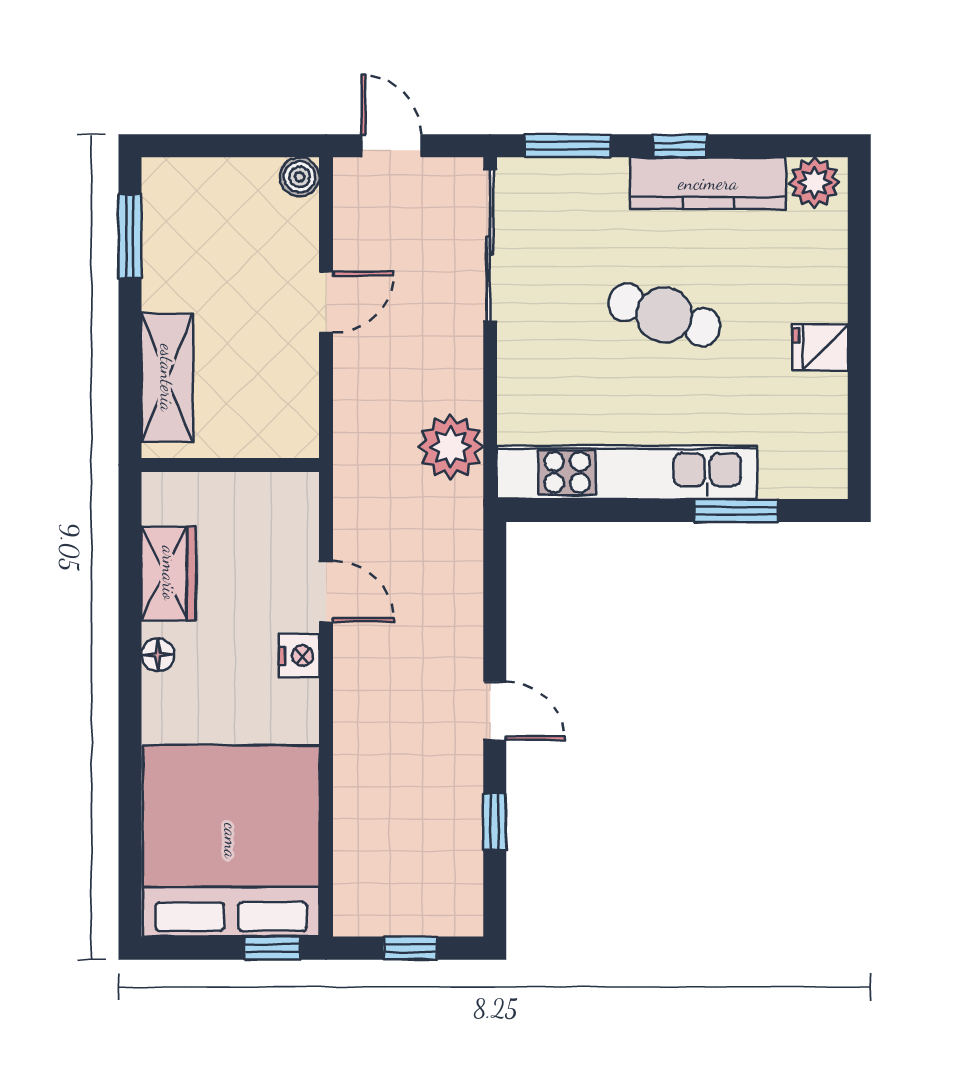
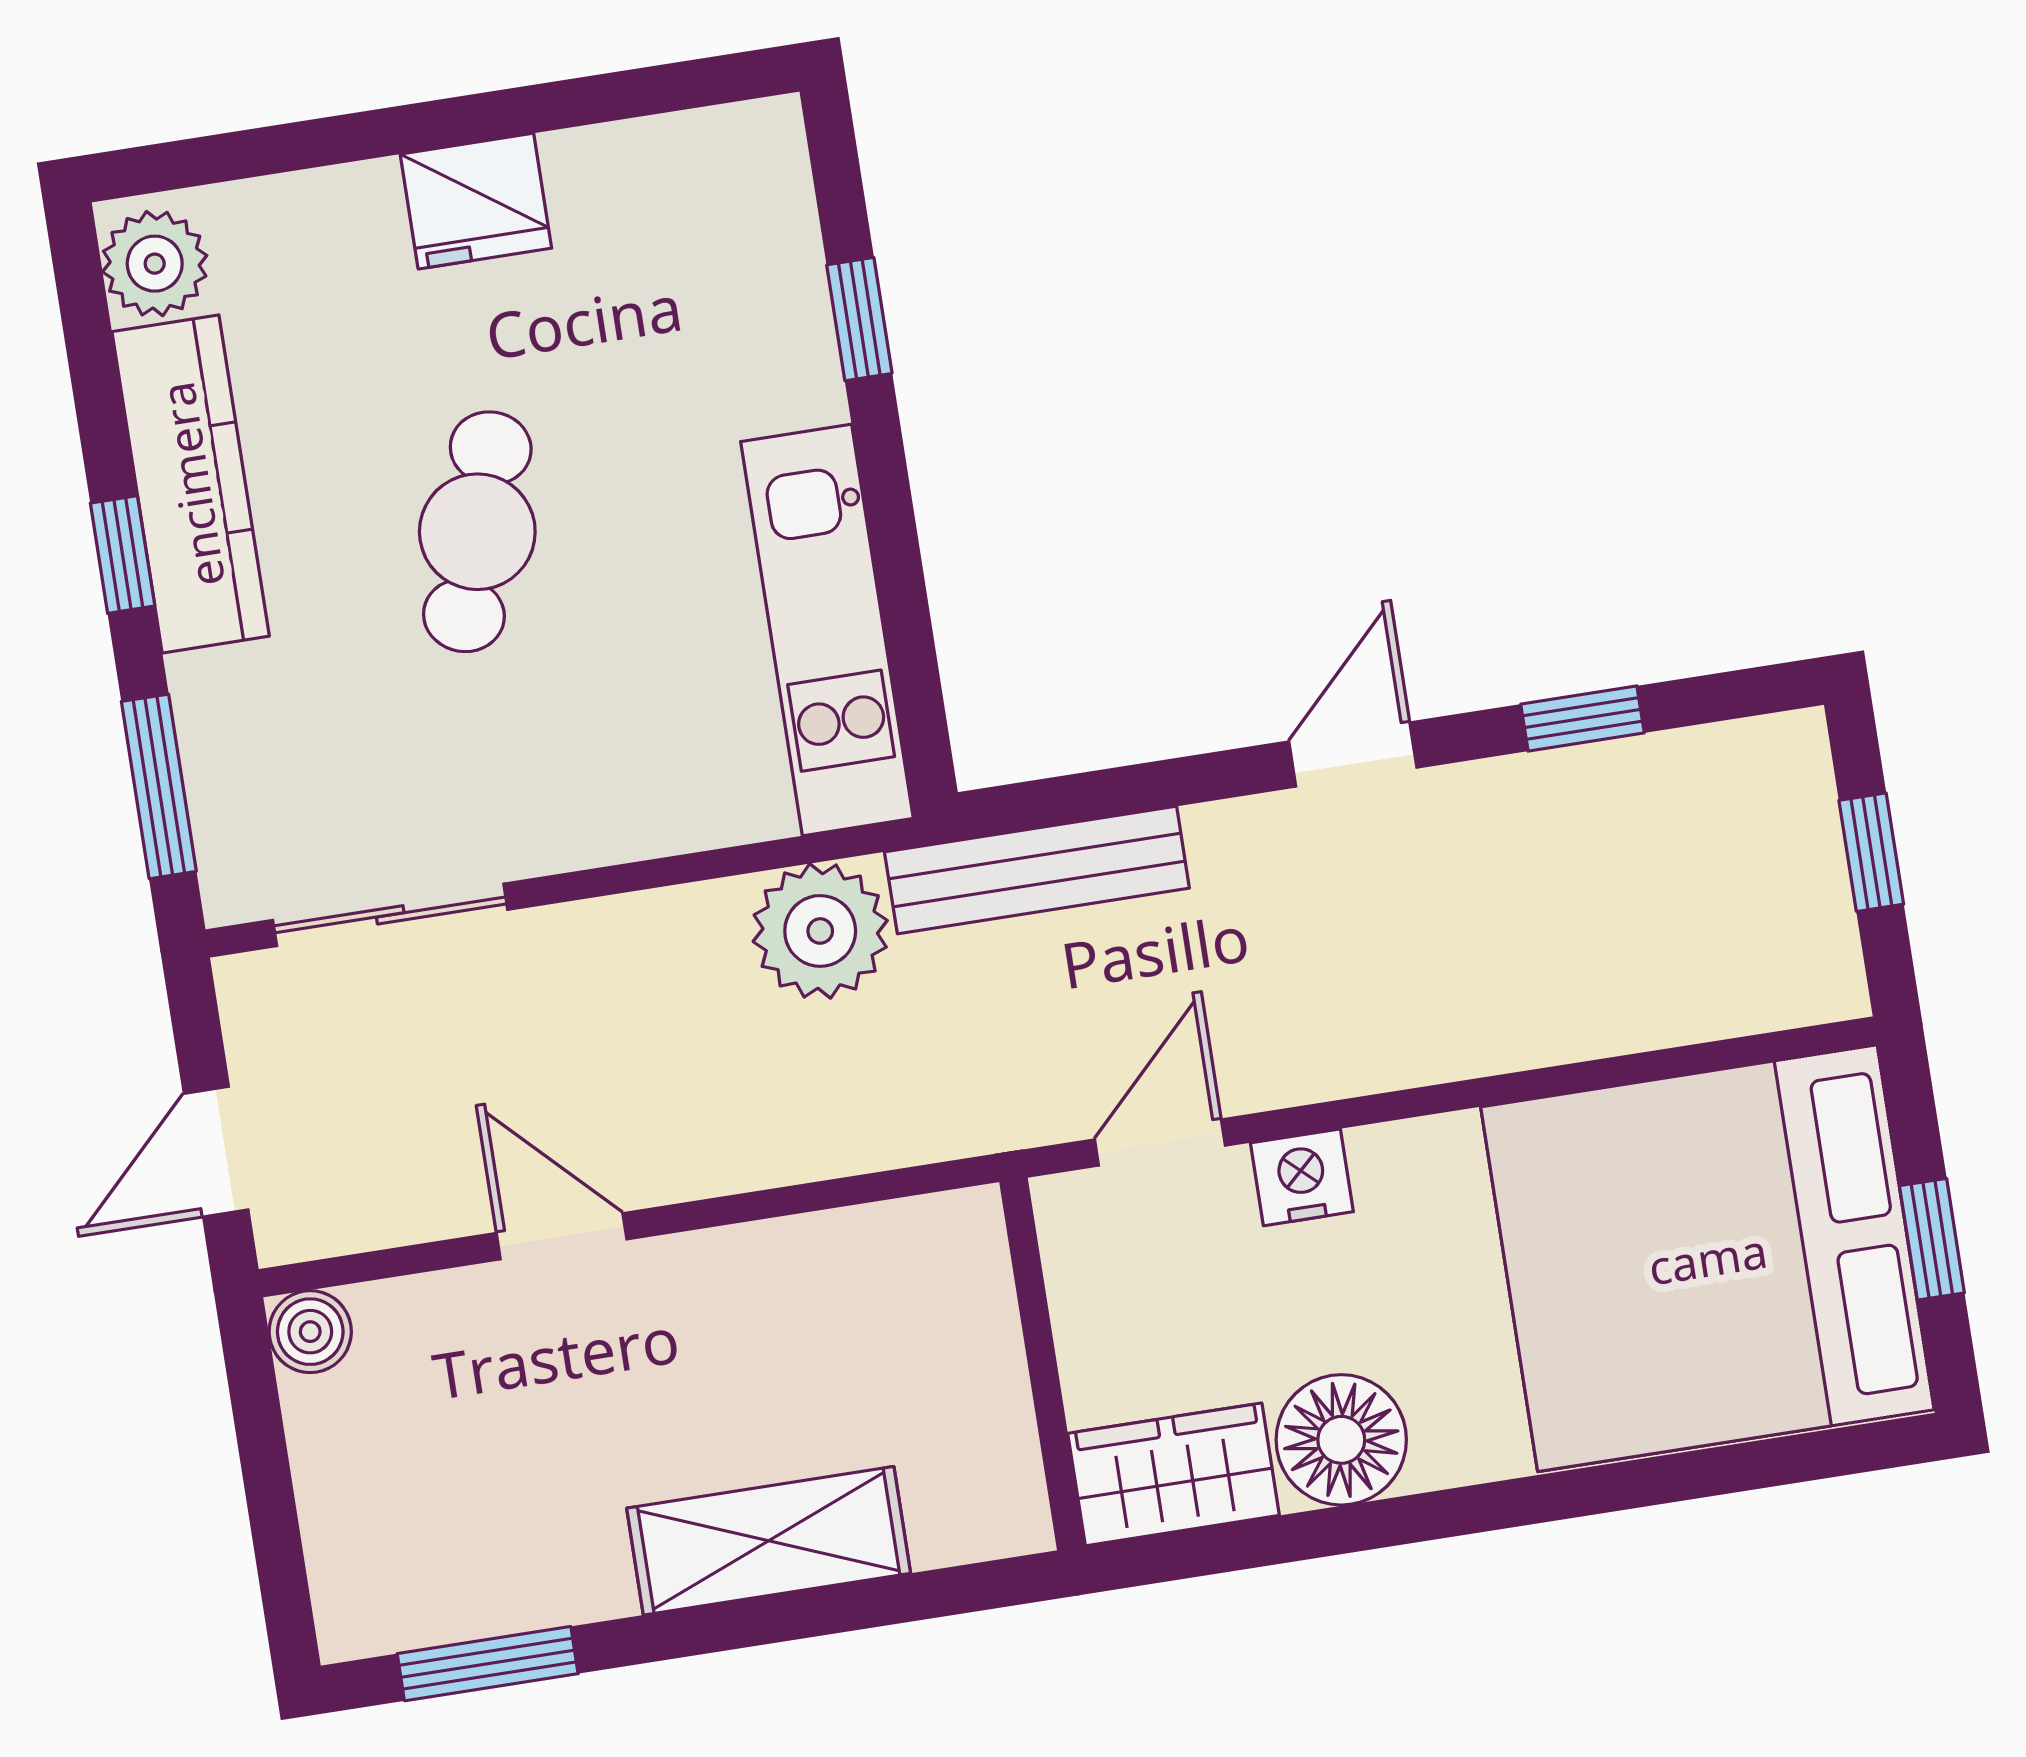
sliding door: (490, 245) -> (390, 915), width x0.73
fridge: (820, 347) -> (476, 201), width x1.38
wall: (230, 465) -> (1042, 1364), moved
kitchen unit: (627, 472) -> (827, 630), width x0.73
window: (736, 511) -> (859, 319), width x0.67
bench: (464, 554) -> (1037, 870), added
floor lamp: (158, 655) -> (1341, 1440), width x1.89, depth x1.89
window: (272, 948) -> (1932, 1239), moved

